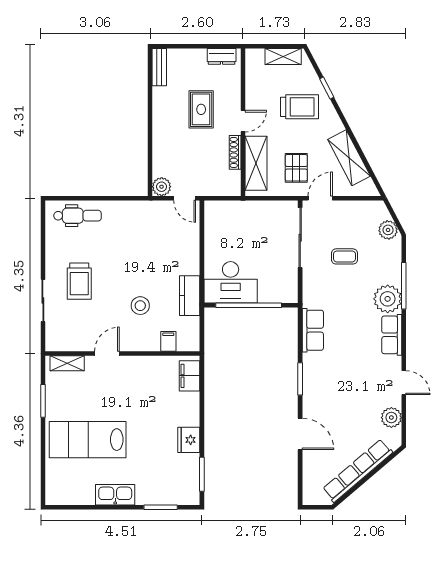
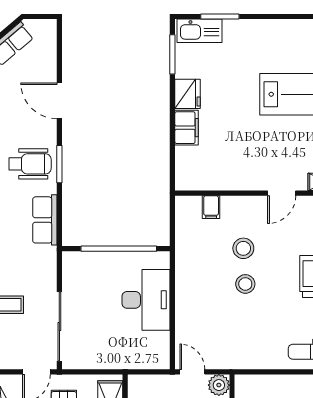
stool: (139, 275) -> (245, 284), added
desk: (231, 282) -> (146, 300), moved, turned 90
kitchen counter: (190, 296) -> (186, 260), removed
filing cabinet: (190, 376) -> (187, 128), moved
wheelchair: (326, 379) -> (30, 164), added
kitchen sink: (115, 495) -> (199, 31), moved

